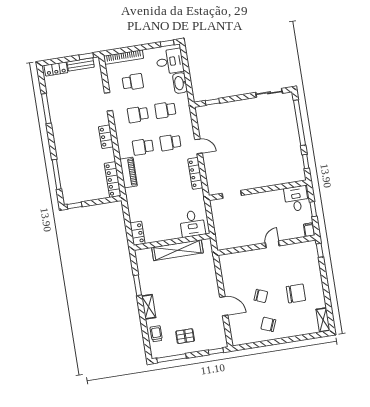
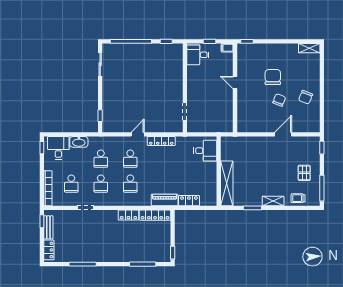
school desk: (133, 82) -> (71, 184), turned 180
locker: (106, 137) -> (128, 215), moved
piano: (129, 172) -> (165, 200), moved
locker: (137, 233) -> (189, 201), moved
shelving: (177, 250) -> (227, 183), moved
chair: (296, 293) -> (273, 77), moved

